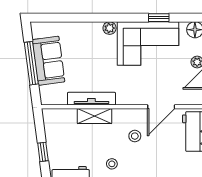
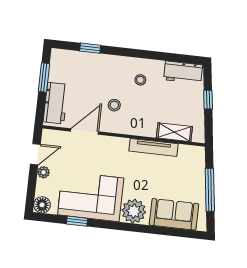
plant: (110, 28) -> (134, 211), width x1.88, depth x1.88
sofa: (48, 61) -> (174, 214), moved, turned 98
shelving: (94, 116) -> (174, 132), moved

